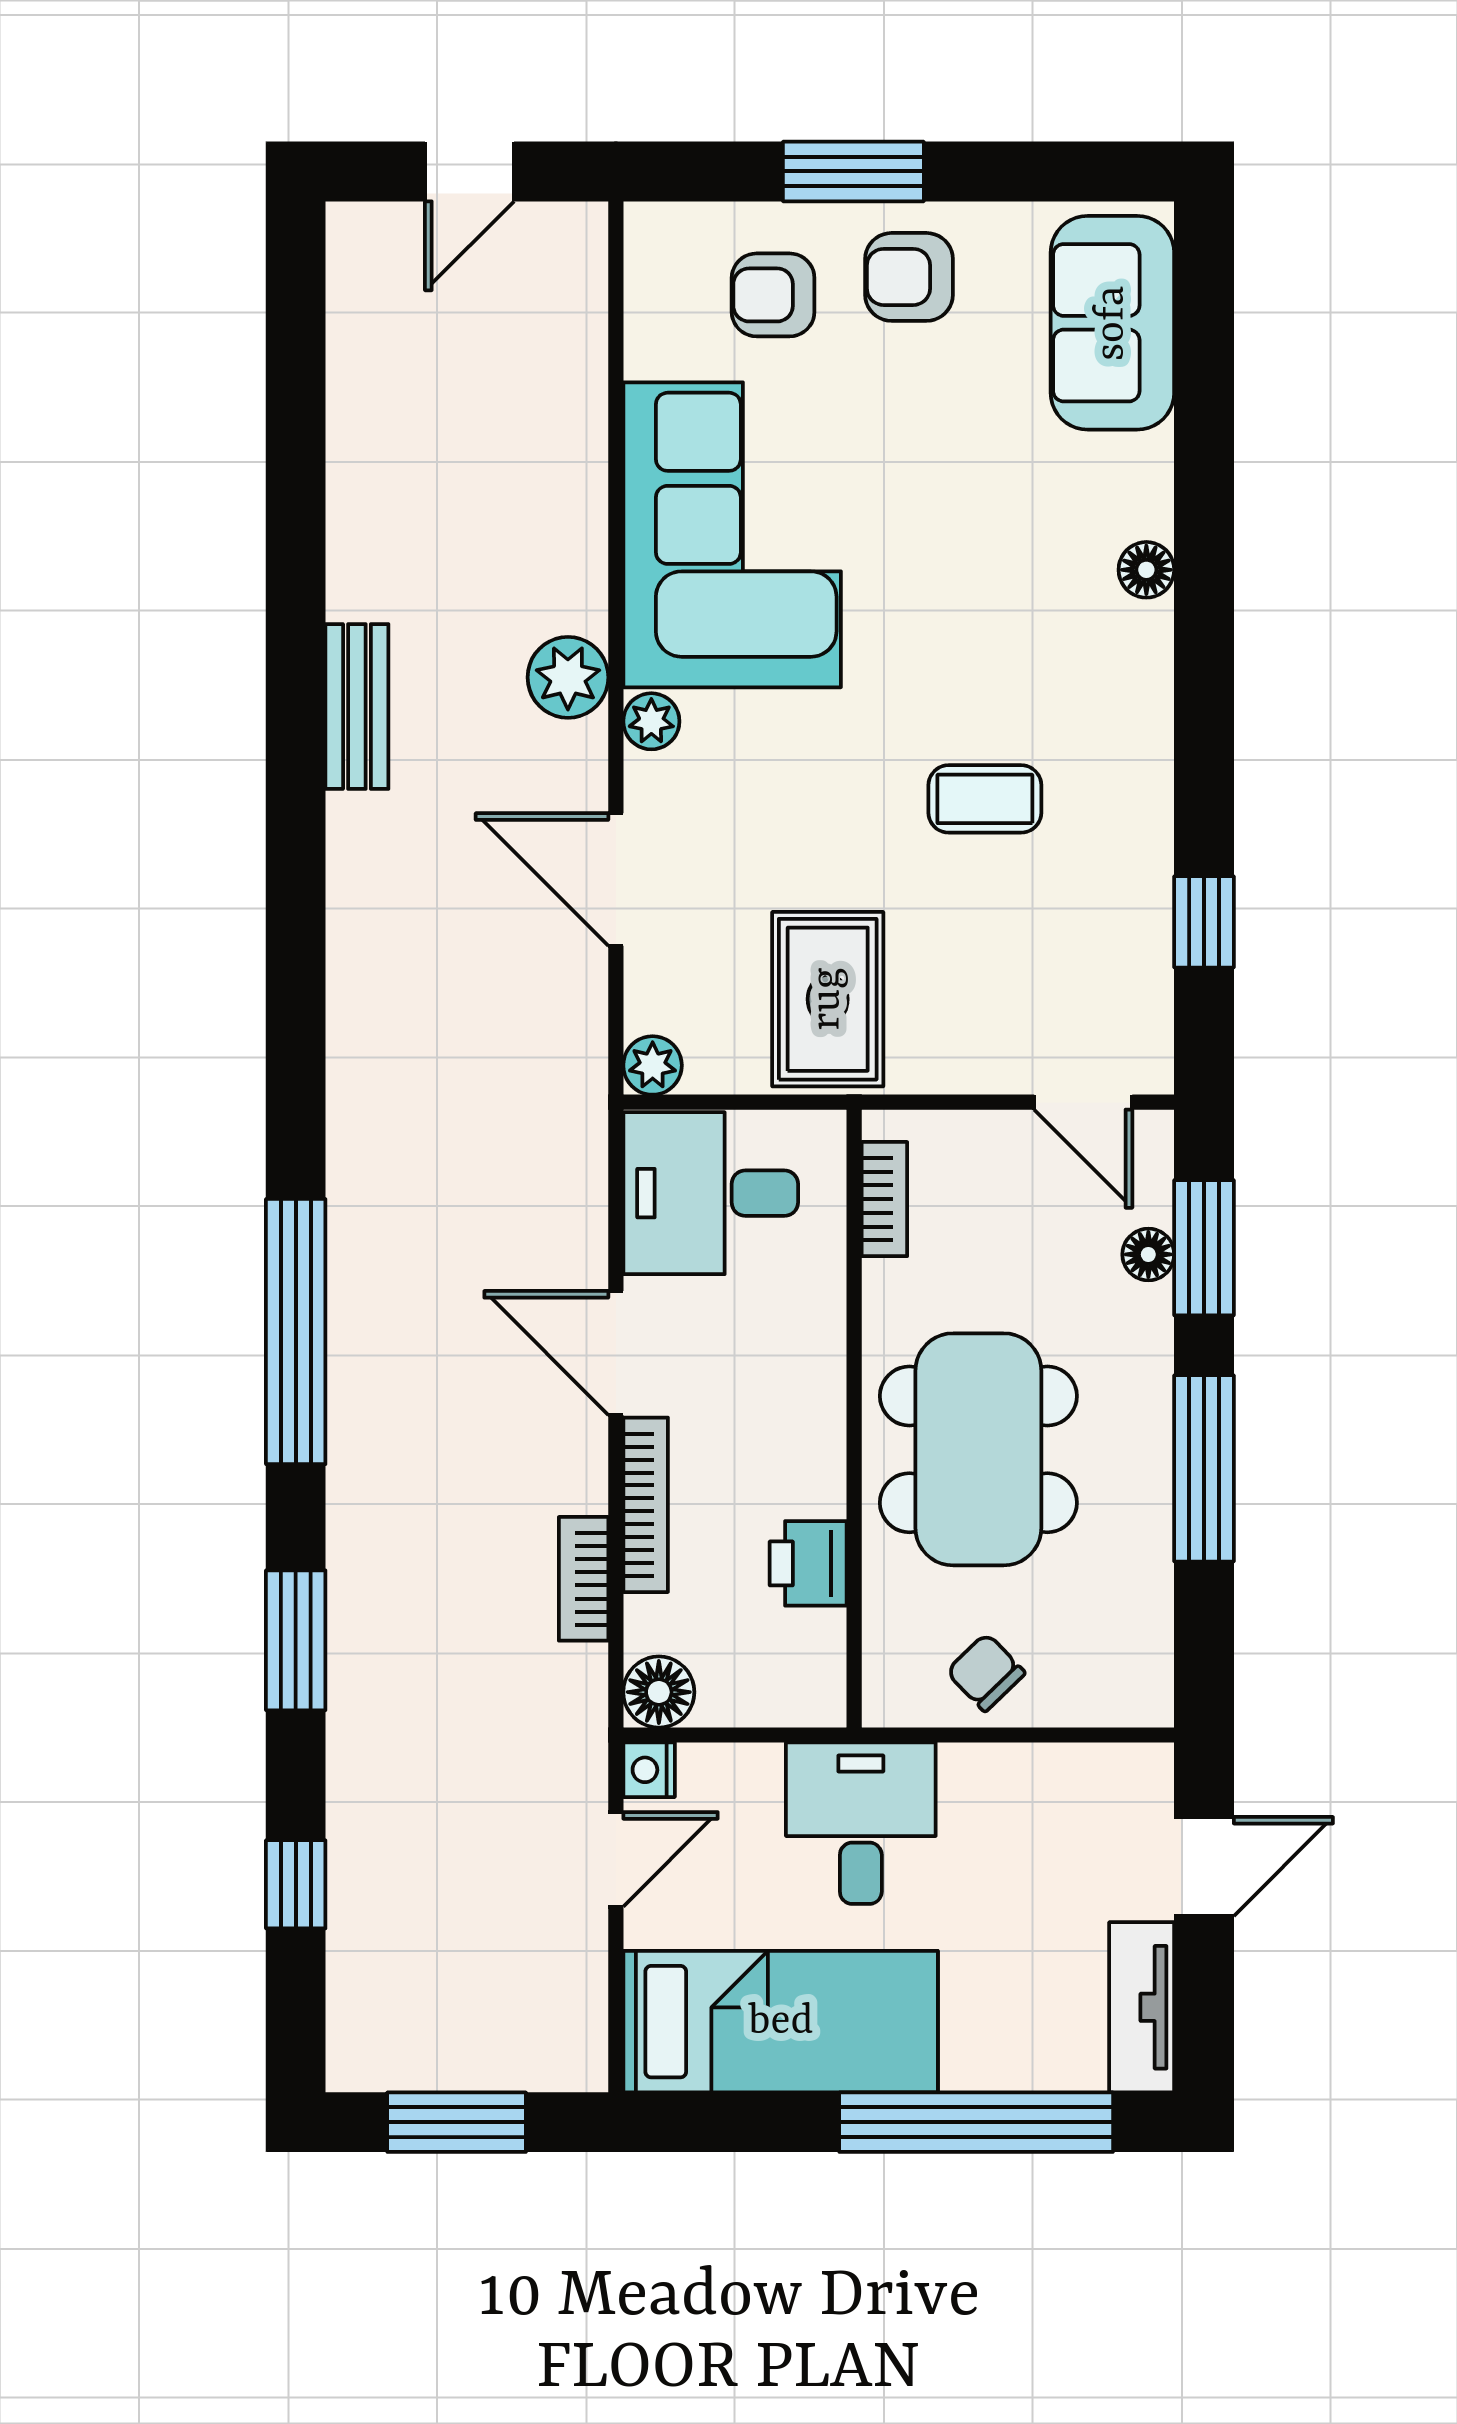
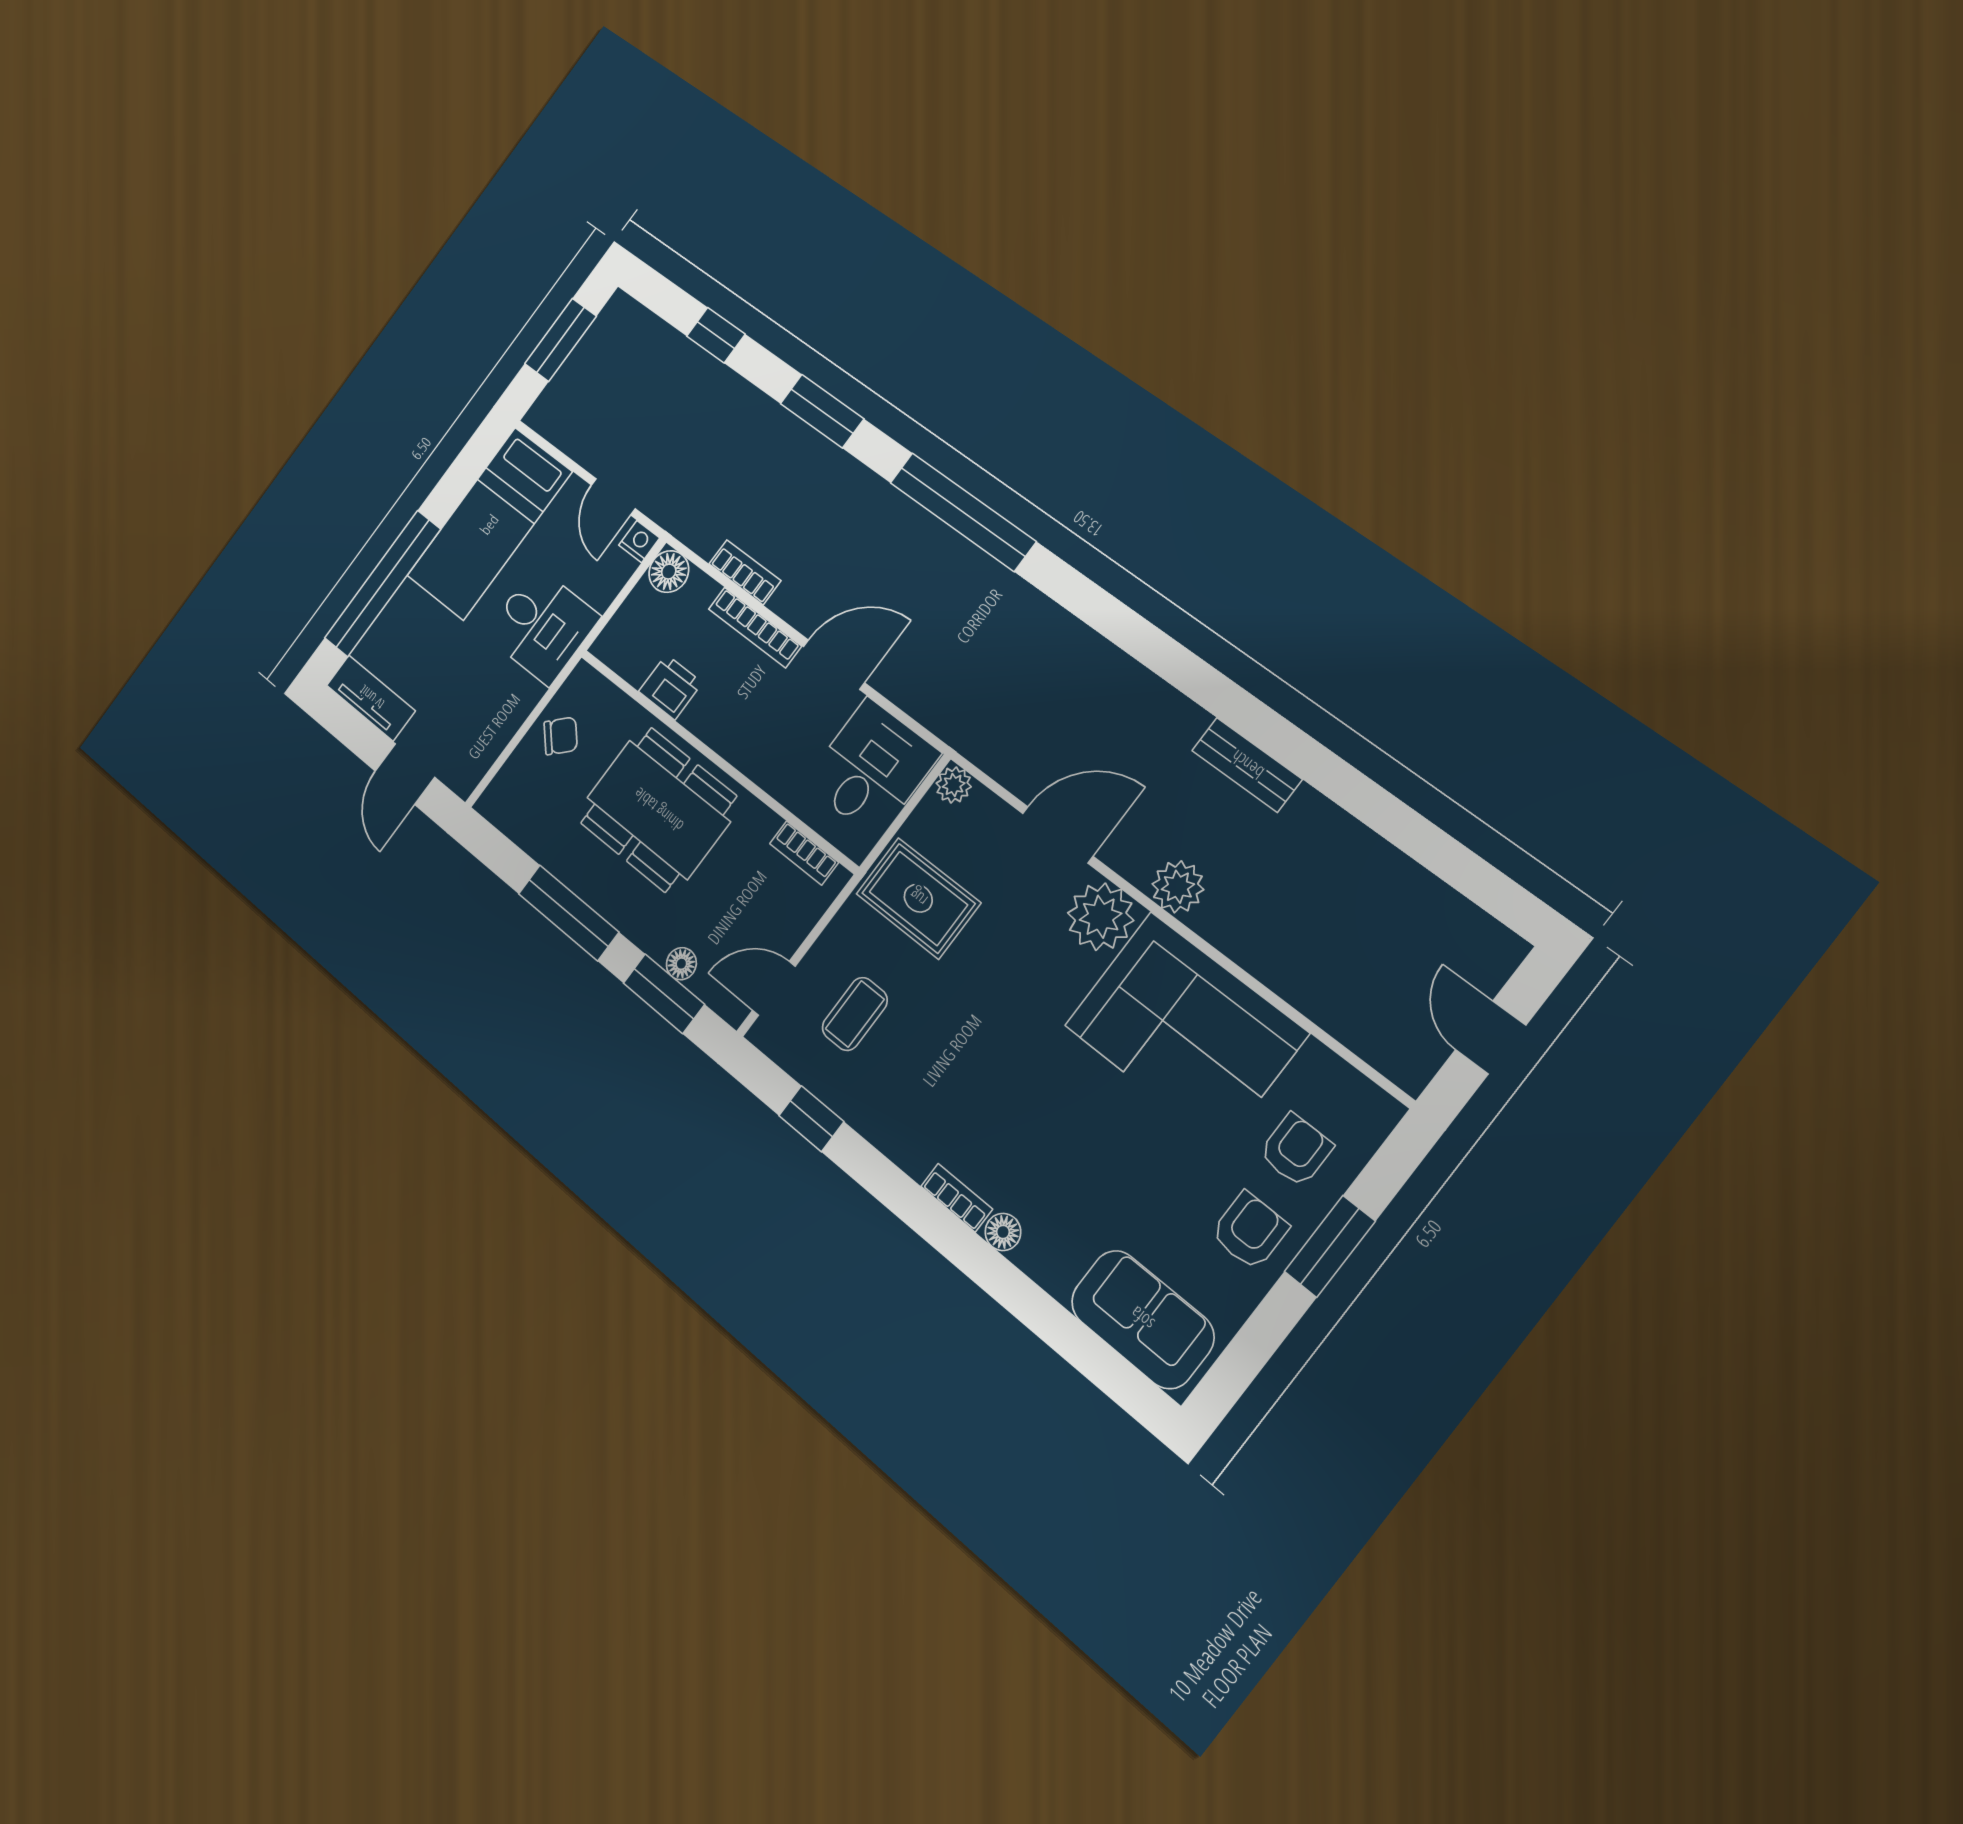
bookcase: (1152, 659) -> (957, 1198), added
plant: (651, 721) -> (1101, 917), width x1.87, depth x1.87
coffee table: (985, 799) -> (855, 1014), moved

